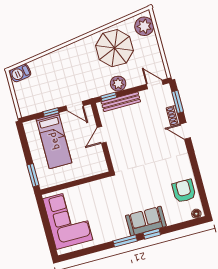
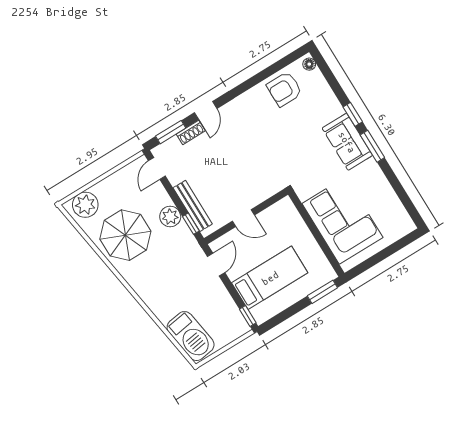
barbecue: (20, 73) -> (191, 336), width x1.88, depth x1.53
window: (51, 112) -> (248, 316), moved
corner sofa: (68, 219) -> (342, 220), moved, turned 90
sofa: (146, 221) -> (347, 142), moved

